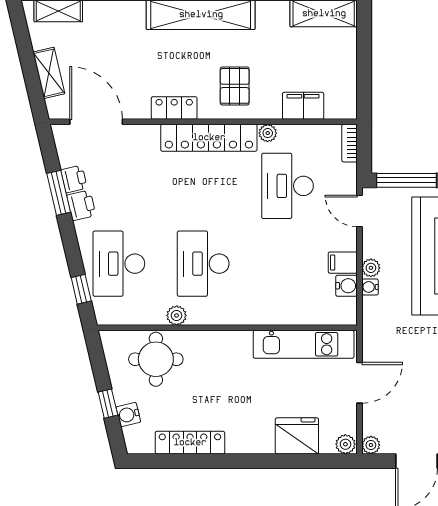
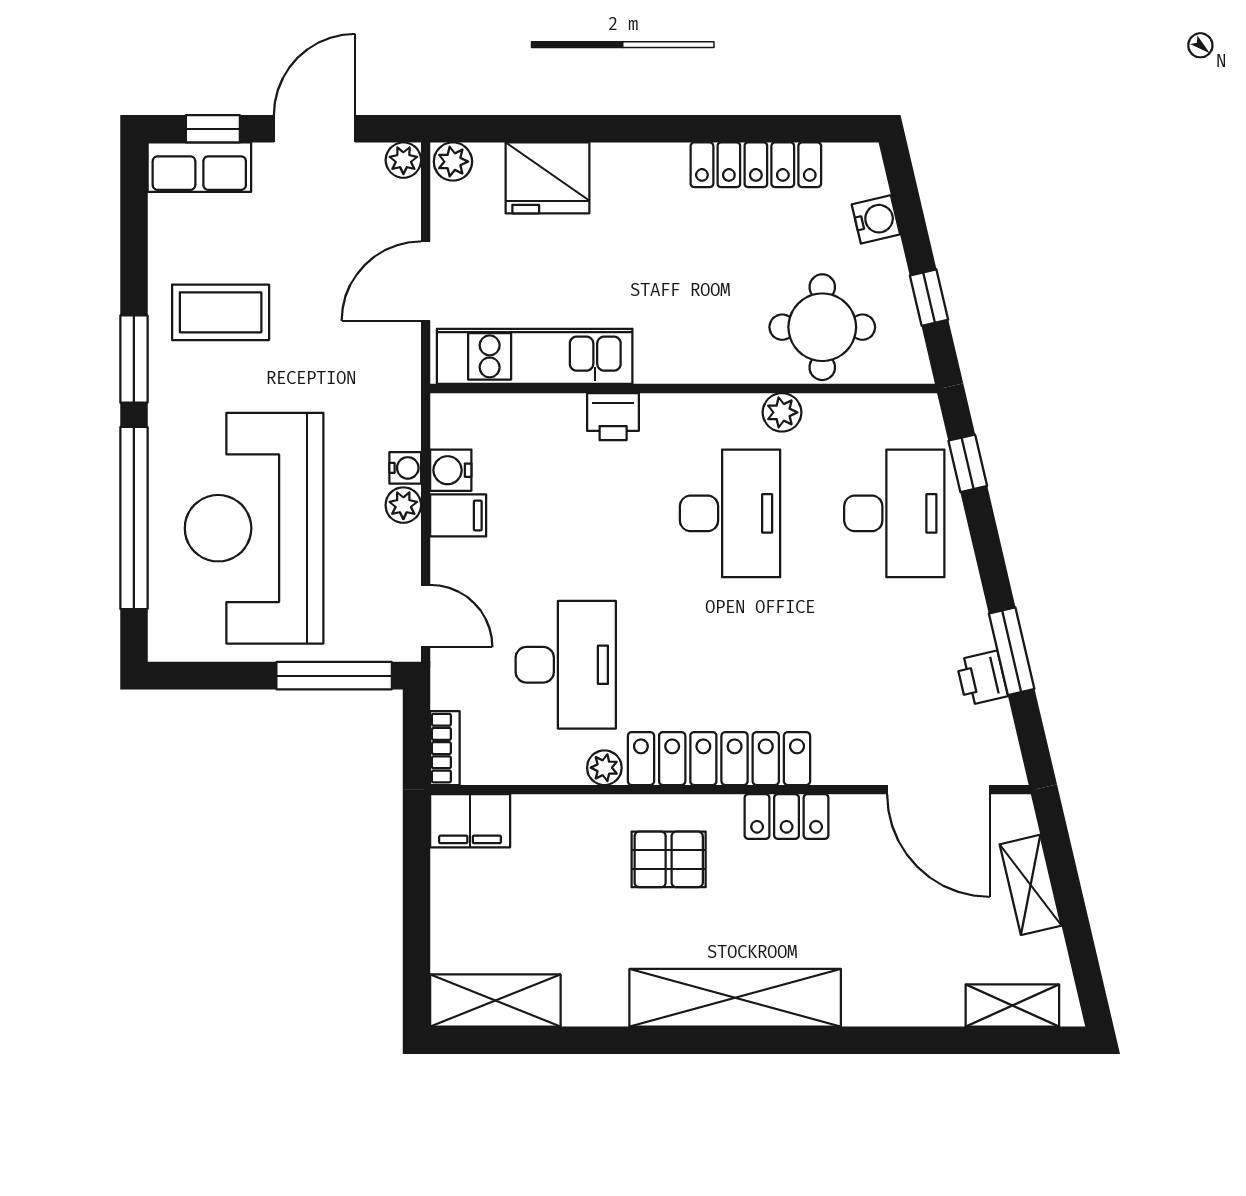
pallet: (235, 86) -> (669, 859), turned 90
filing cabinet: (303, 106) -> (470, 821), moved
printer: (81, 205) -> (613, 417), moved, turned -77
window: (108, 404) -> (929, 298), moved

